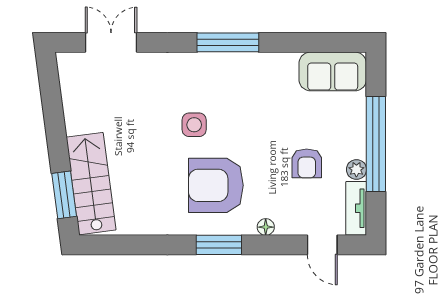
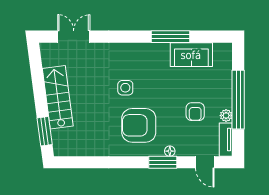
window: (228, 42) -> (171, 37), moved
sofa: (333, 71) -> (191, 55), moved
stairs: (91, 184) -> (58, 97), moved
window: (219, 245) -> (163, 162), moved

